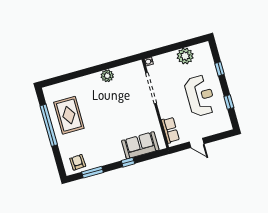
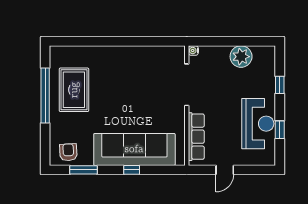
plant: (107, 76) -> (136, 54), removed
reception desk: (200, 96) -> (258, 124), moved
row of seats: (170, 130) -> (196, 137), width x1.48
door: (197, 143) -> (225, 170), hinge flipped
sofa: (140, 145) -> (134, 149), width x1.85, depth x1.27

